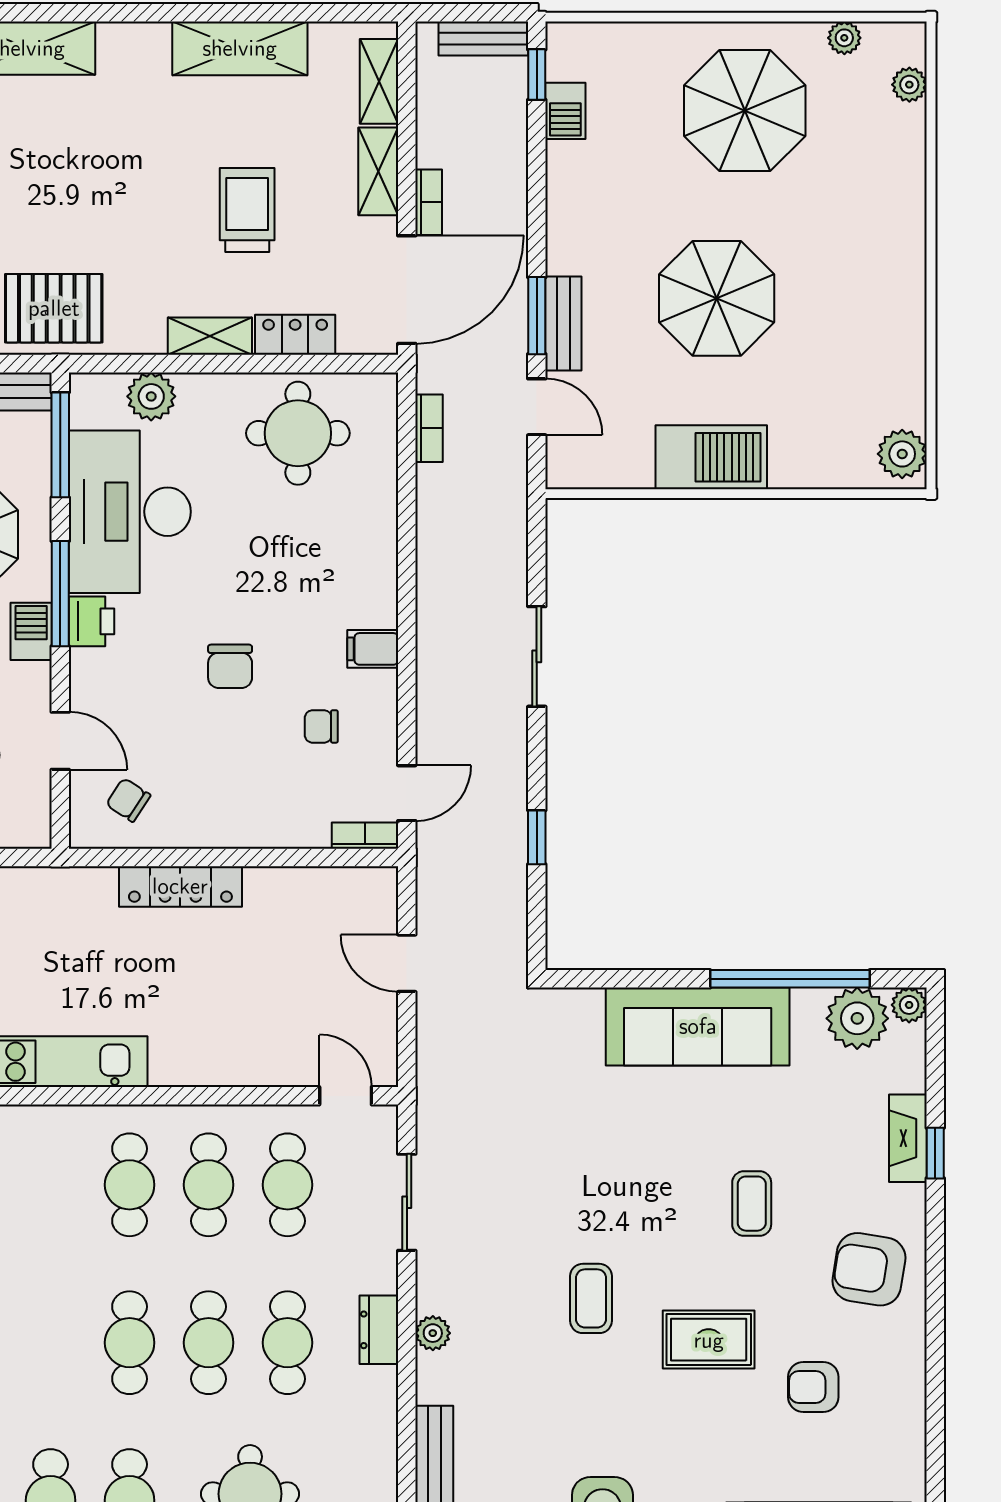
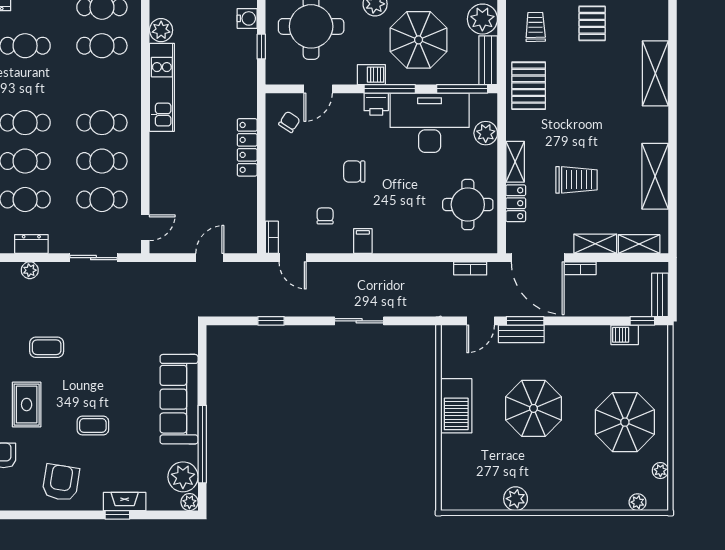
plant: (902, 454) -> (516, 499), moved

